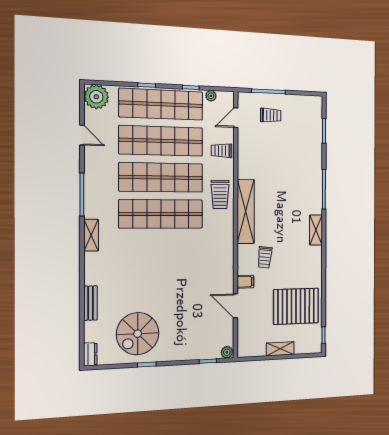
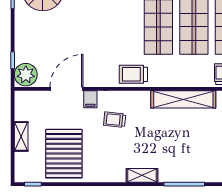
trolley: (220, 194) -> (133, 74), moved
shelving: (246, 211) -> (183, 99), moved
door: (235, 306) -> (67, 89), width x1.36
plant: (227, 352) -> (26, 75), width x1.87, depth x1.87

